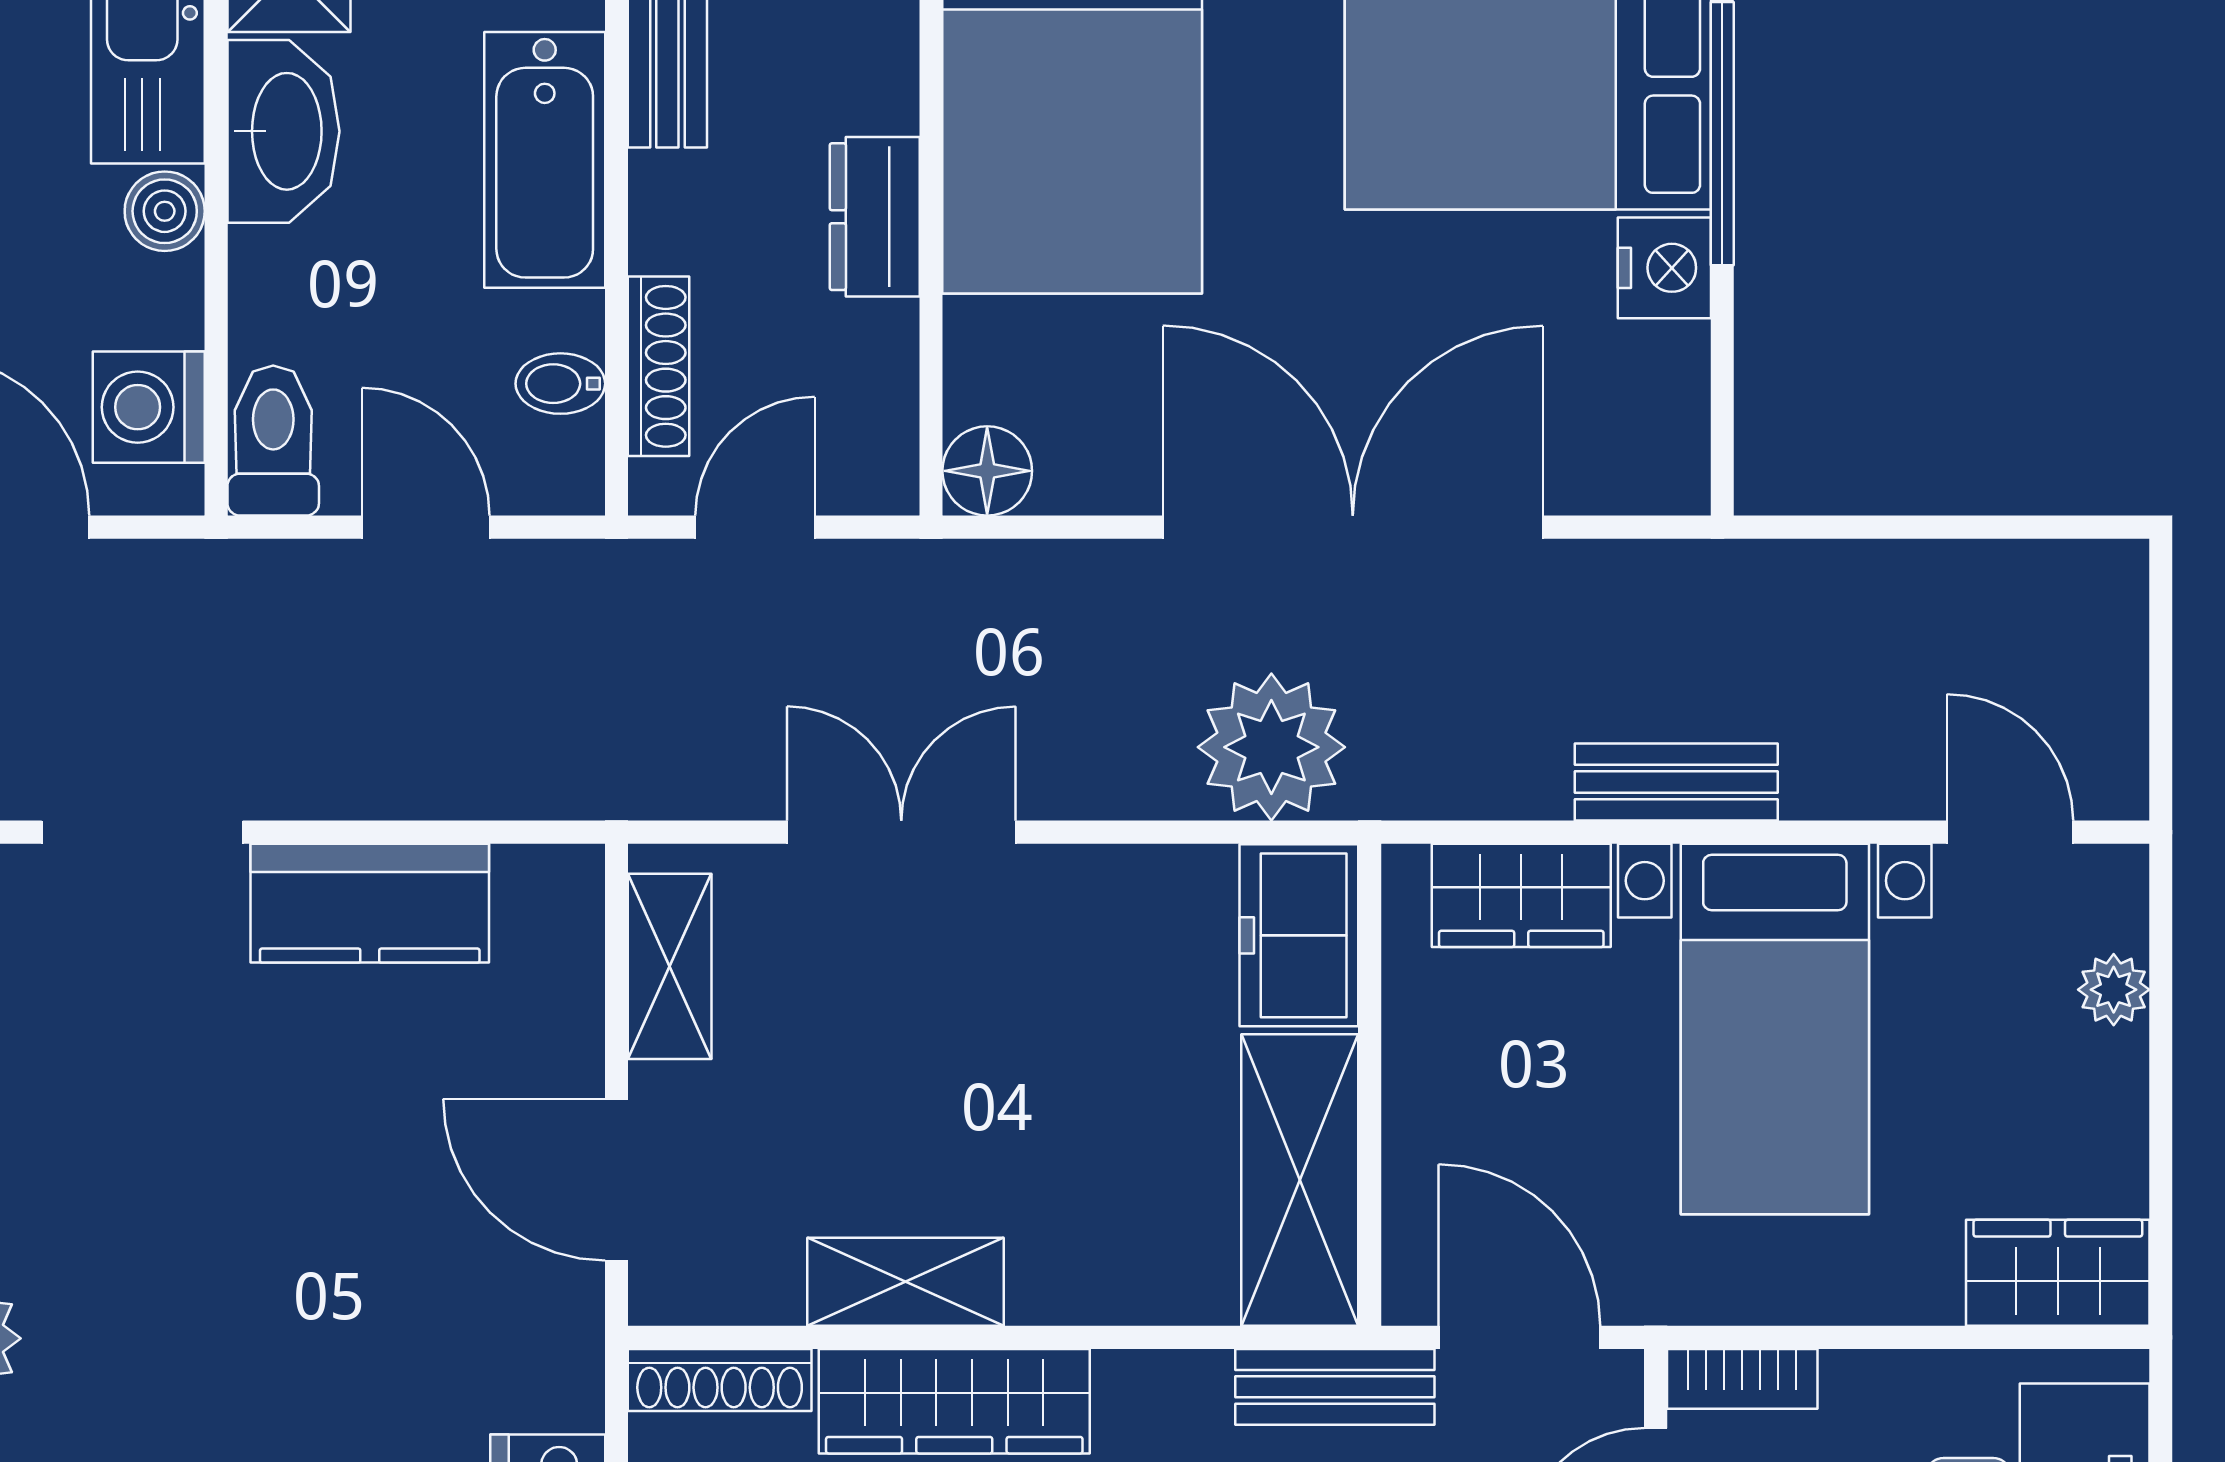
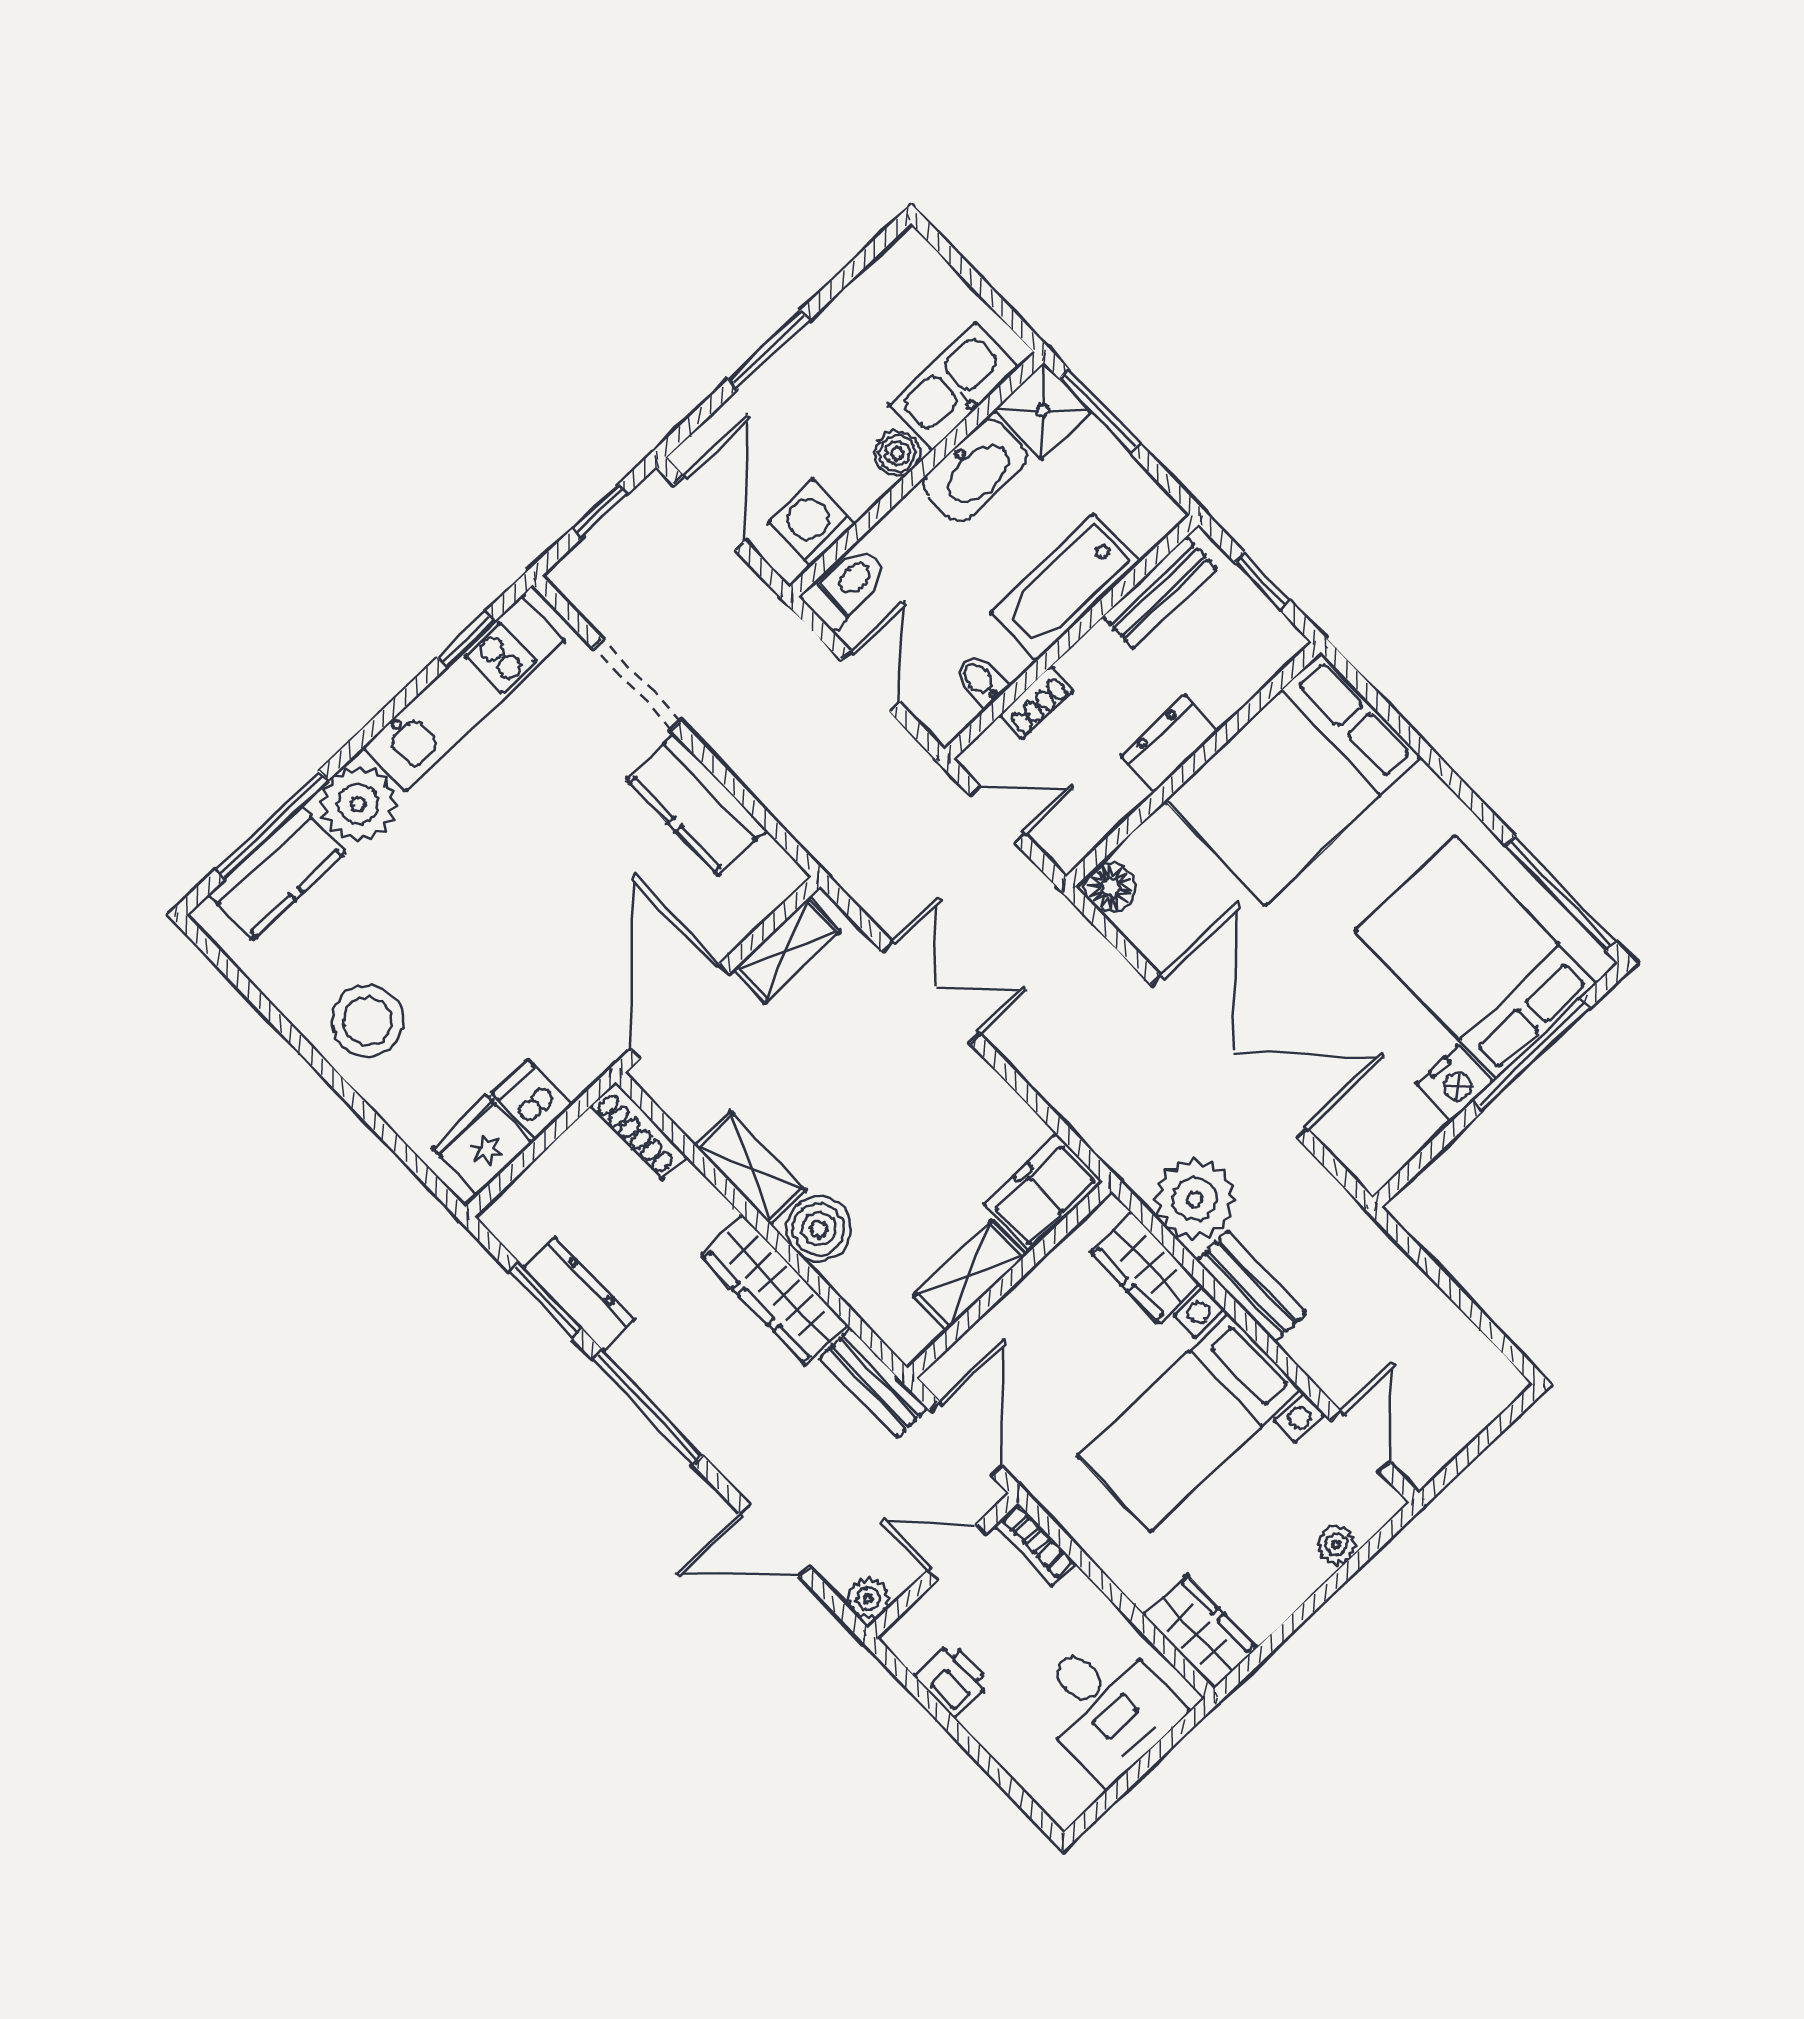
shoe rack: (658, 366) -> (1036, 703), width x0.70
plant: (1271, 747) -> (1195, 1199), moved
door: (616, 1180) -> (680, 1011), width x1.36
shelving: (1300, 1180) -> (970, 1275), width x0.67, depth x0.75
boiler: (1069, 1269) -> (819, 1229), added
wardrobe: (954, 1401) -> (774, 1290), moved

